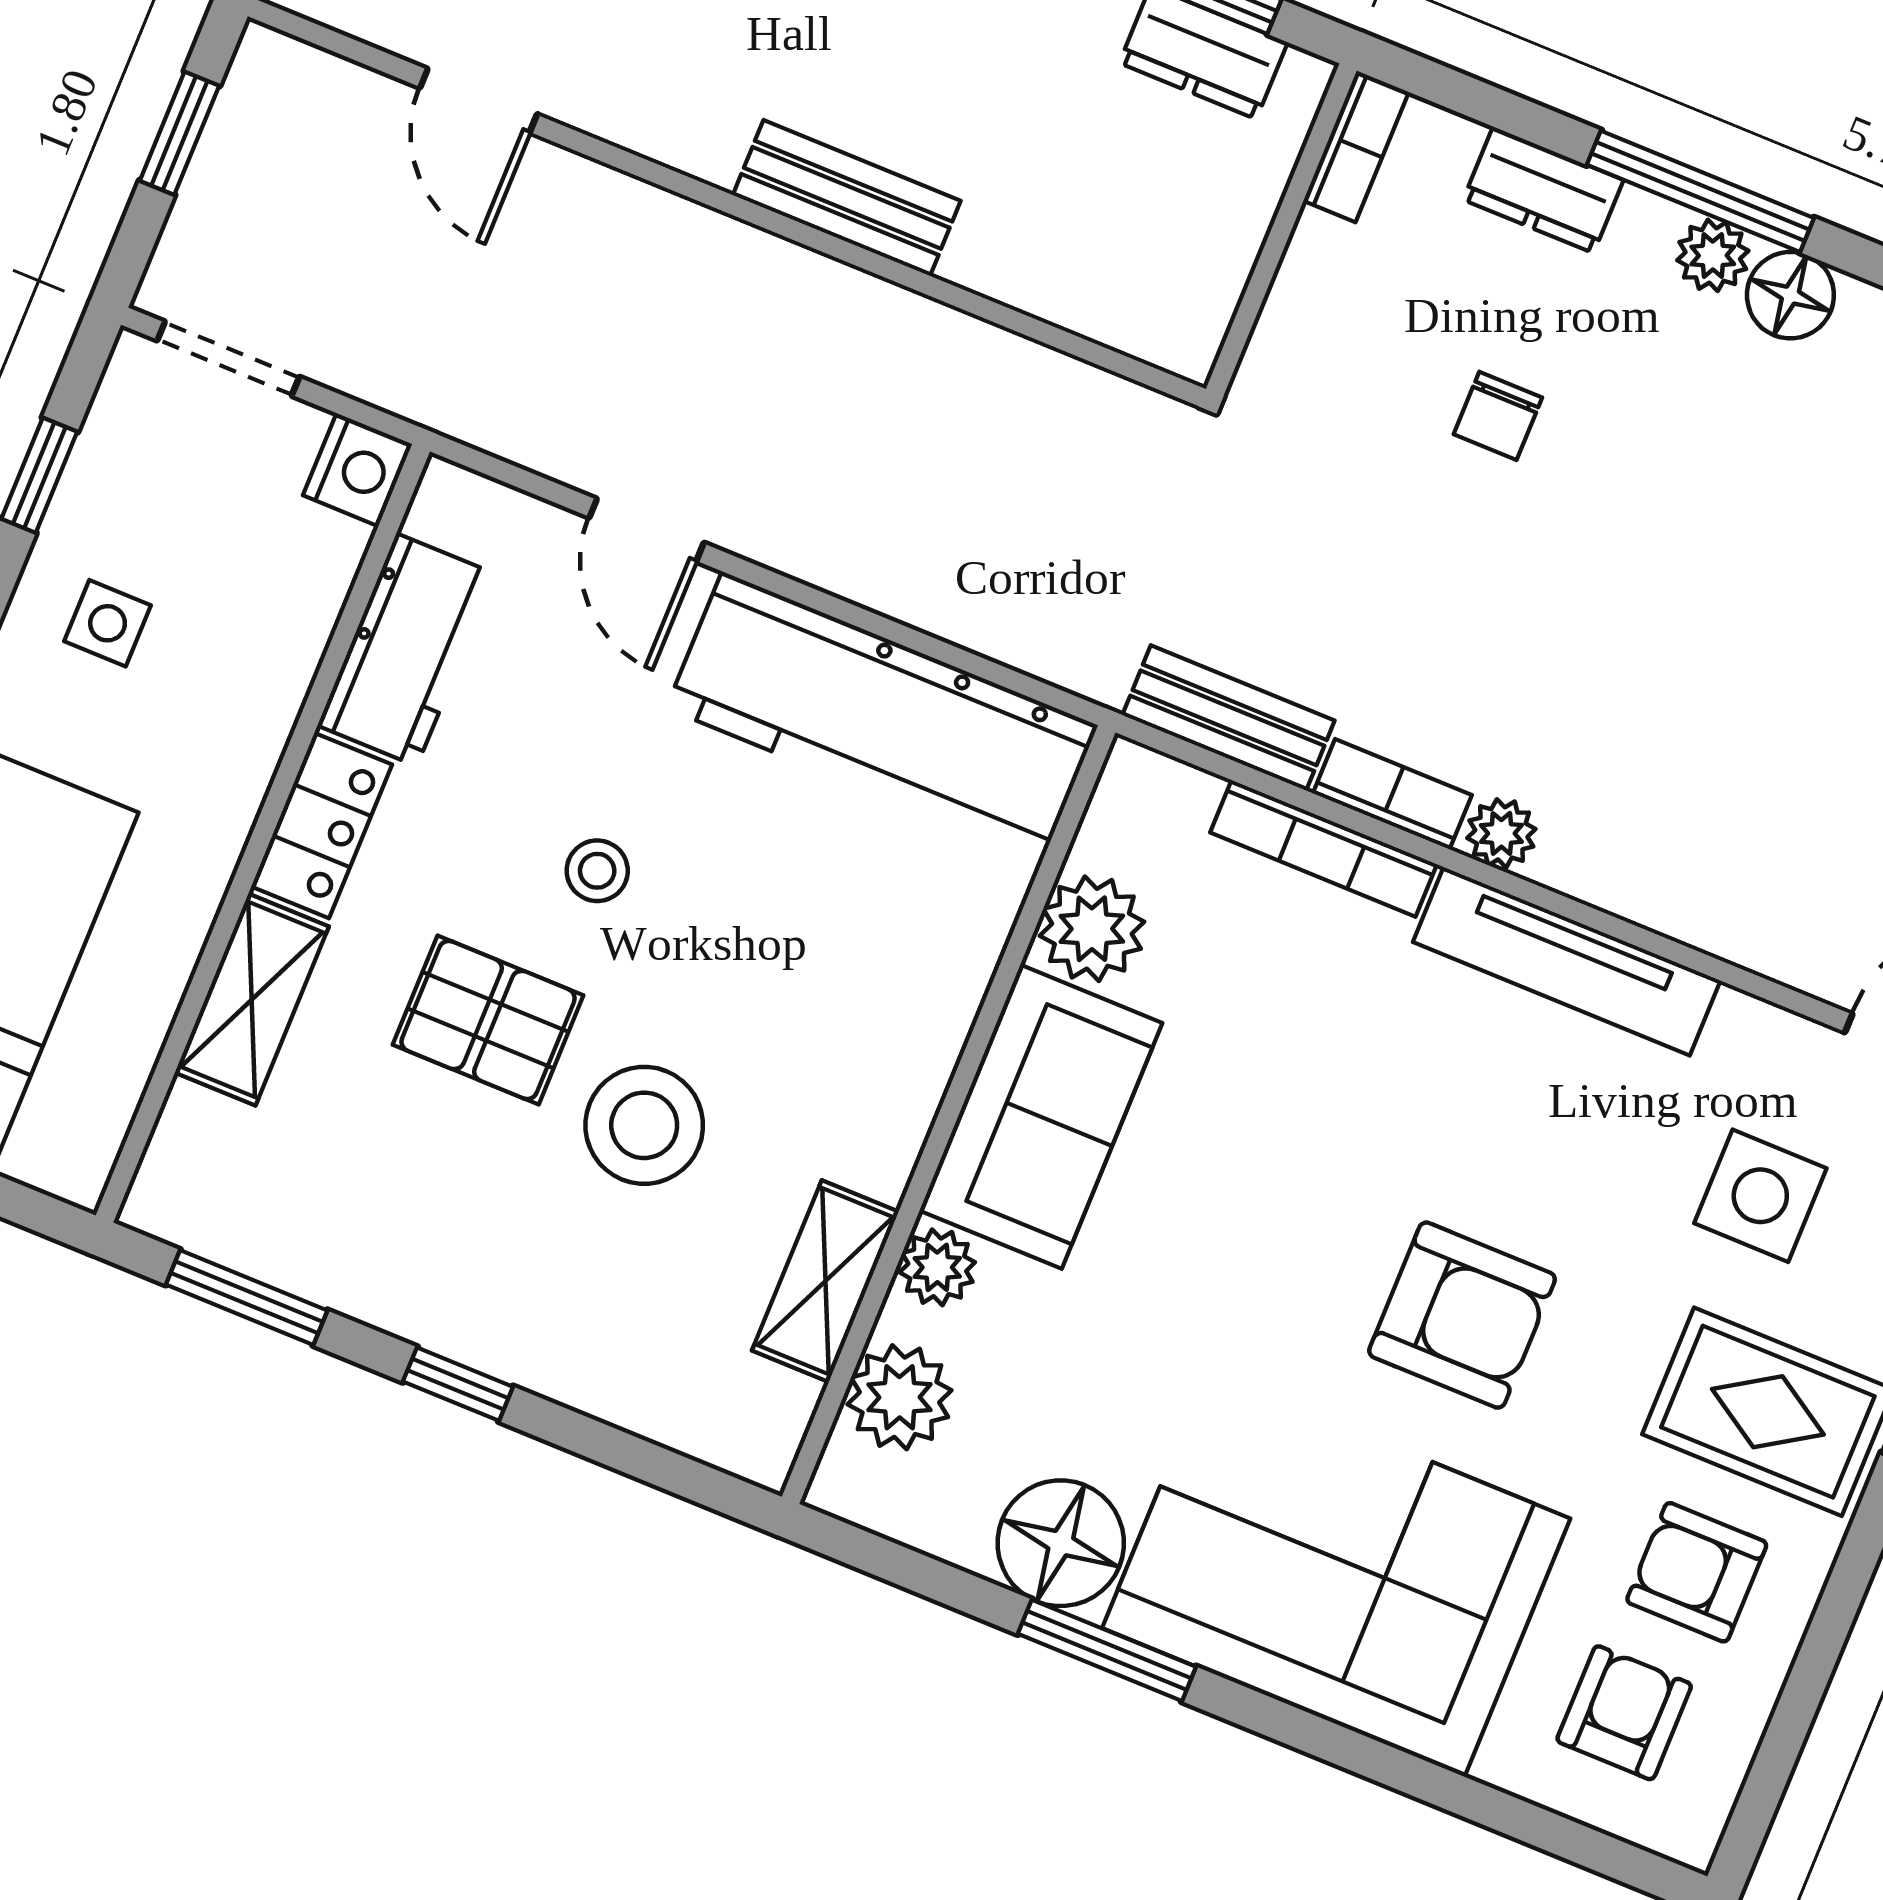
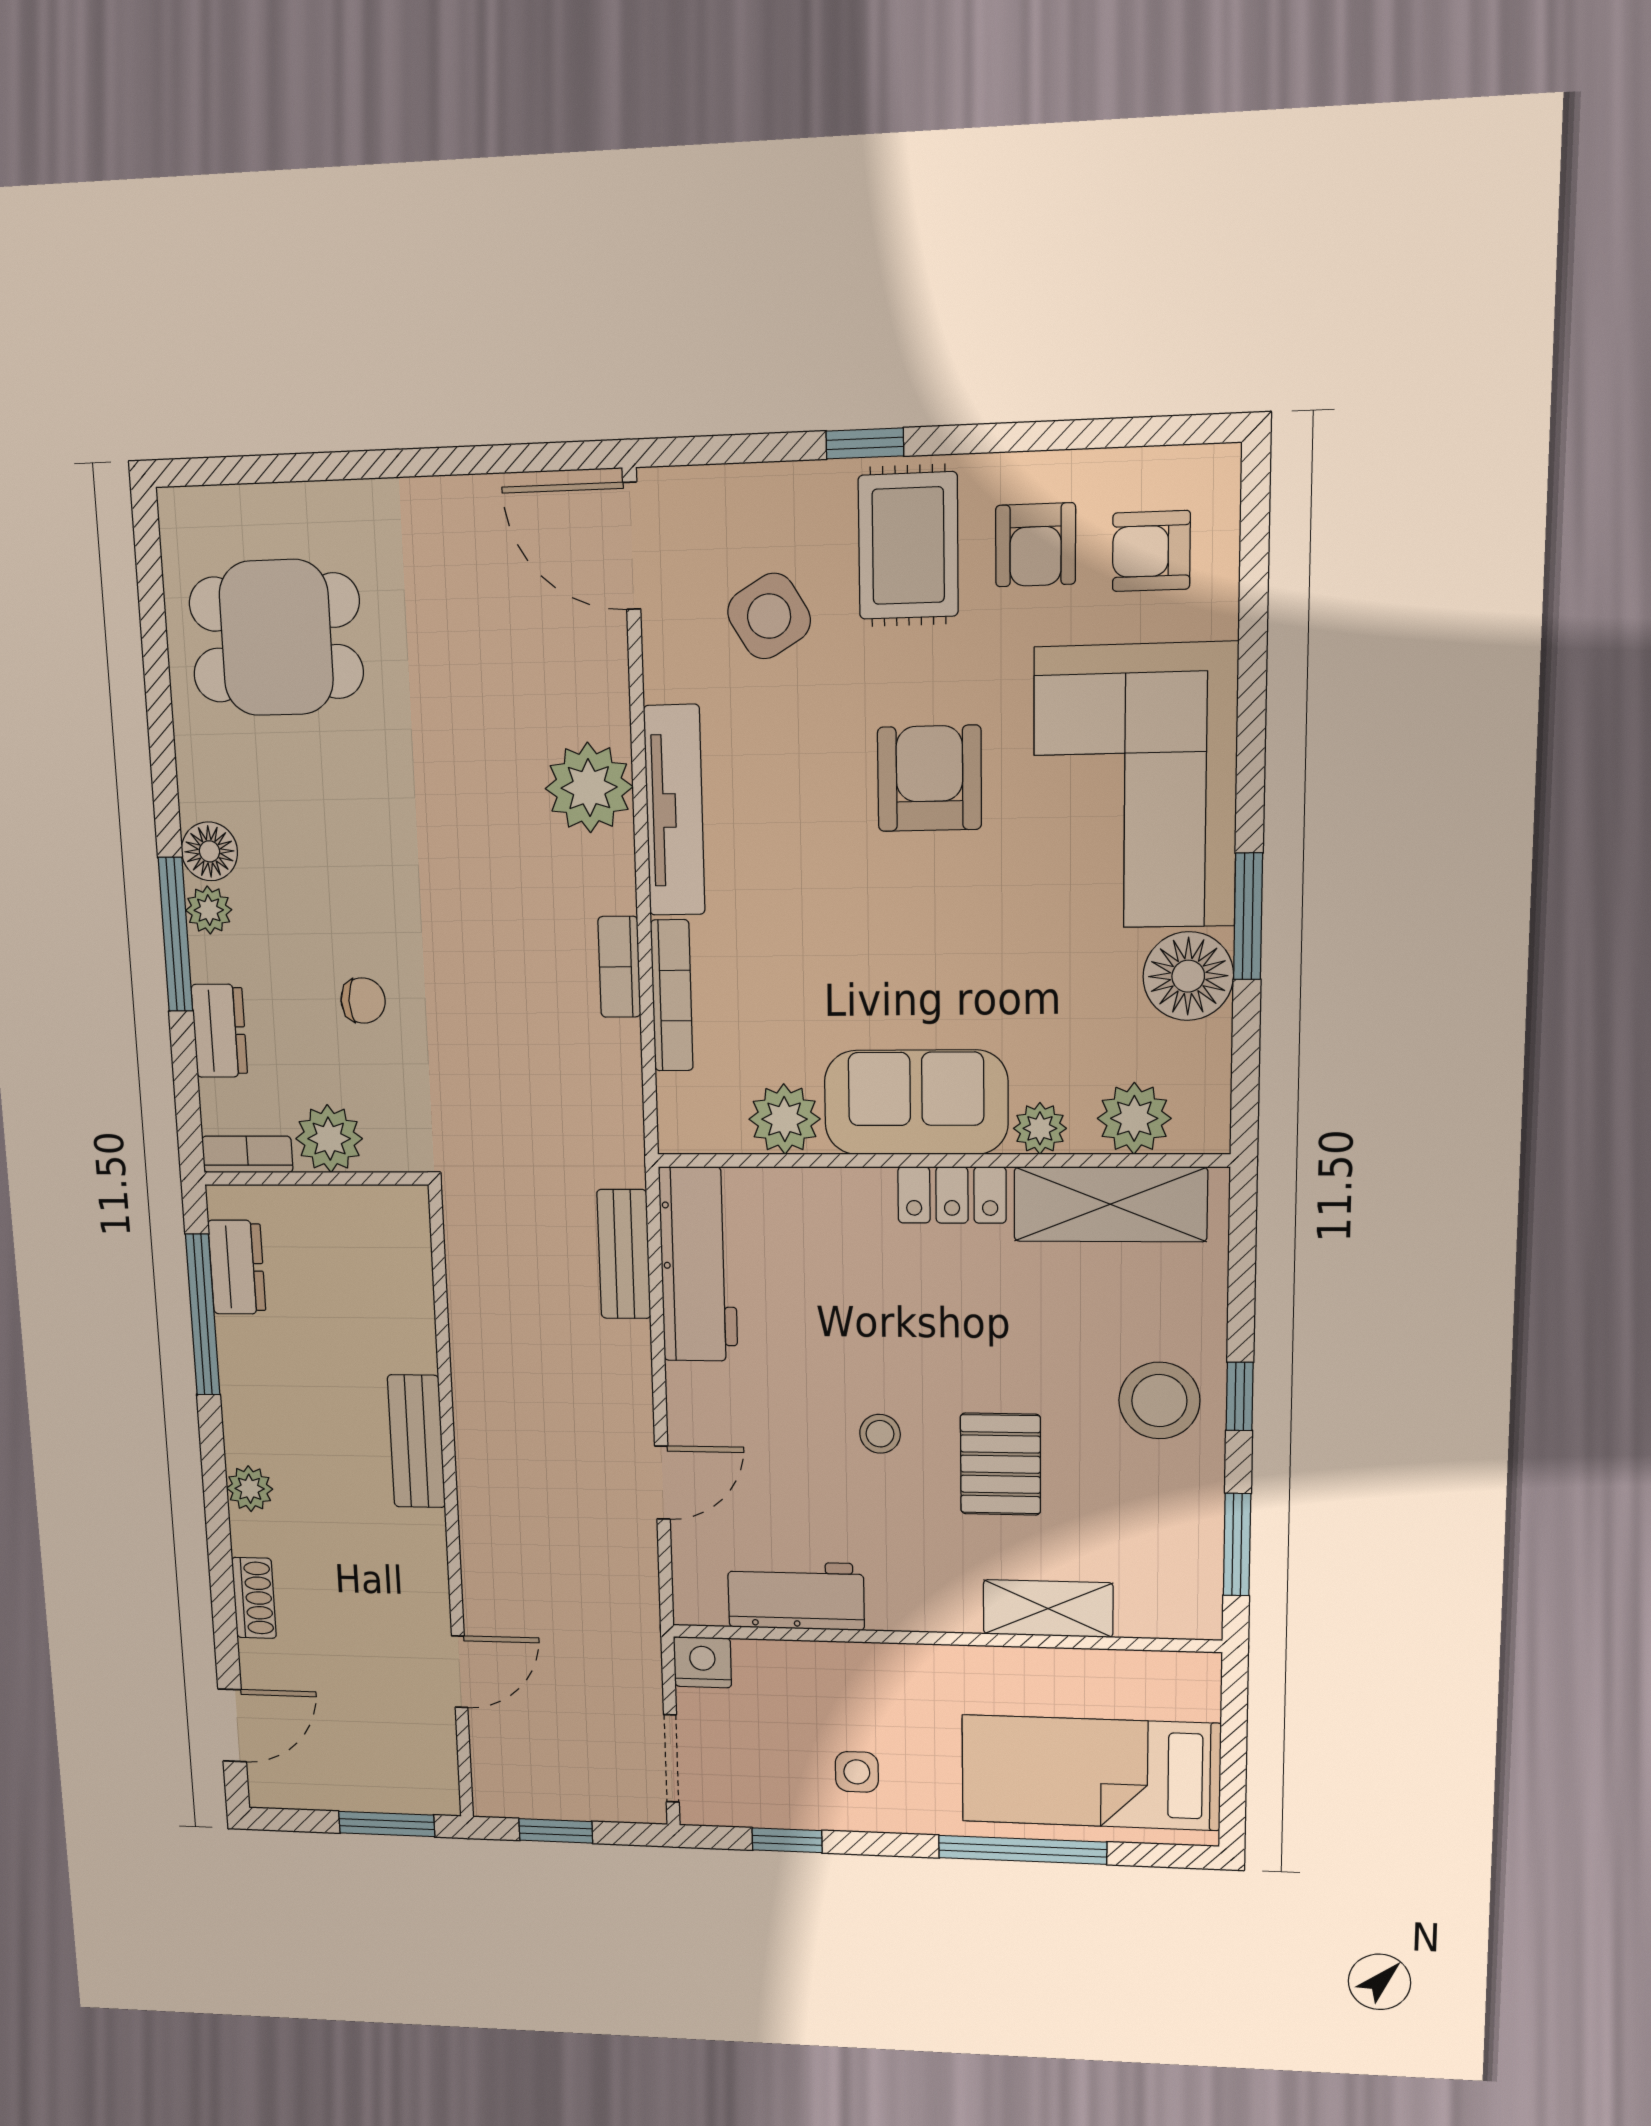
plant: (1329, 276) -> (329, 1139), added
workbench: (882, 717) -> (698, 1264), width x0.73, depth x0.76
bench: (1228, 718) -> (624, 1254), moved
locker: (322, 825) -> (952, 1195), moved, turned 180
plant: (1501, 833) -> (589, 788), moved, width x1.88, depth x1.88
stool: (644, 1125) -> (1159, 1401), moved
side table: (1760, 1196) -> (769, 616), turned -31
shelving: (825, 1281) -> (1110, 1204), width x1.50, depth x1.33

